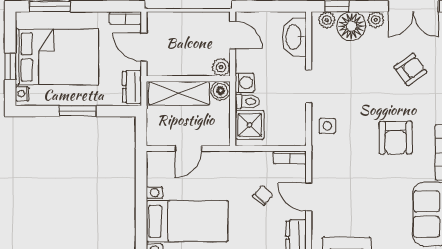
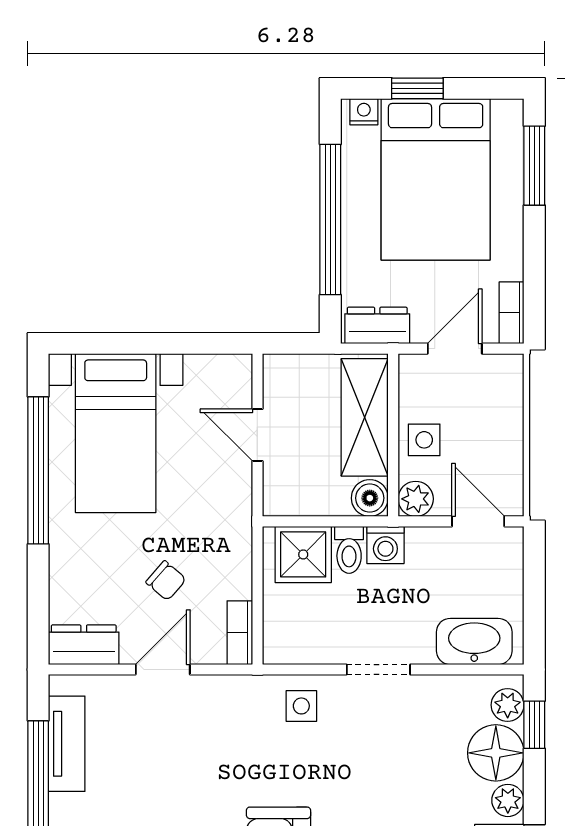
door: (233, 35) -> (478, 521), swing flipped
side table: (191, 63) -> (424, 440), added
window: (78, 111) -> (330, 219), width x2.11

